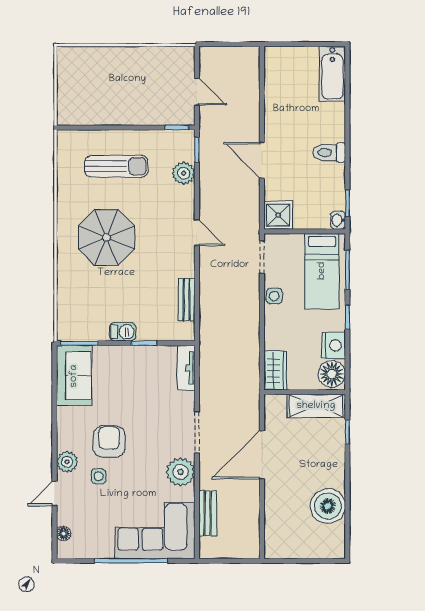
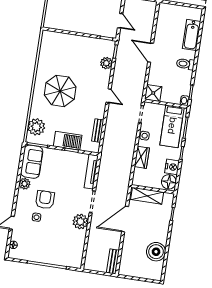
bathtub: (332, 74) -> (192, 35), moved
door: (262, 160) -> (151, 53), moved
sun lounger: (116, 166) -> (71, 54), removed
plant: (73, 310) -> (36, 127), added
barbecue: (123, 332) -> (68, 141), width x1.88, depth x1.53
tv unit: (186, 368) -> (91, 172), width x1.41
wardrobe: (275, 371) -> (142, 157), moved
shelving: (316, 406) -> (147, 196), moved
plant: (67, 462) -> (25, 184), moved
bench: (208, 513) -> (113, 261), moved
corner sofa: (155, 530) -> (62, 251), removed

